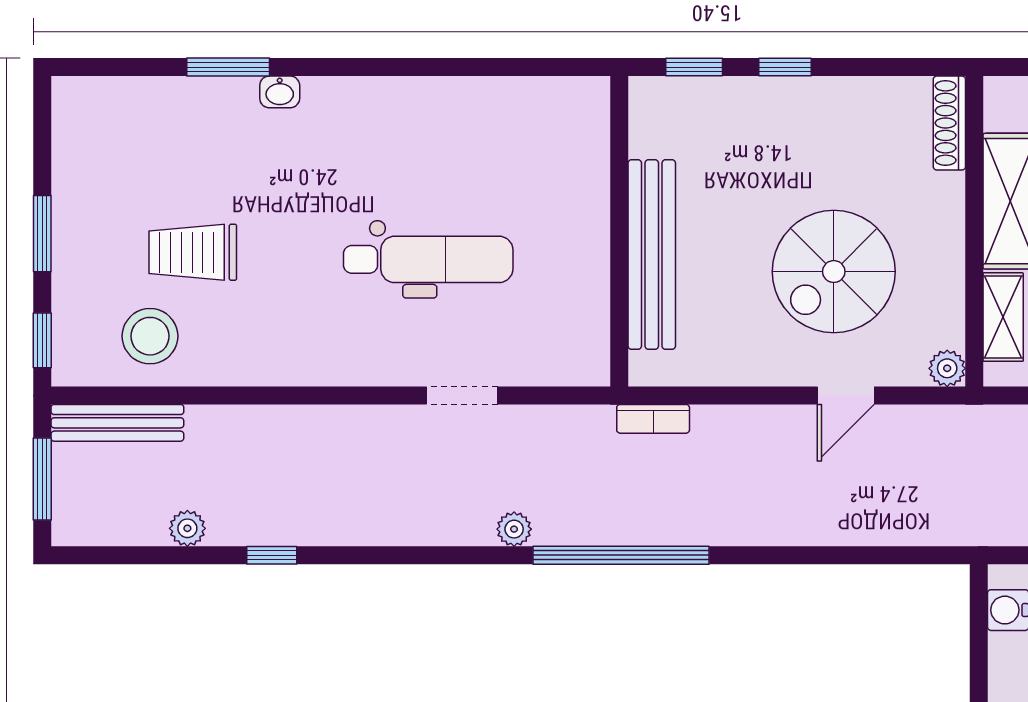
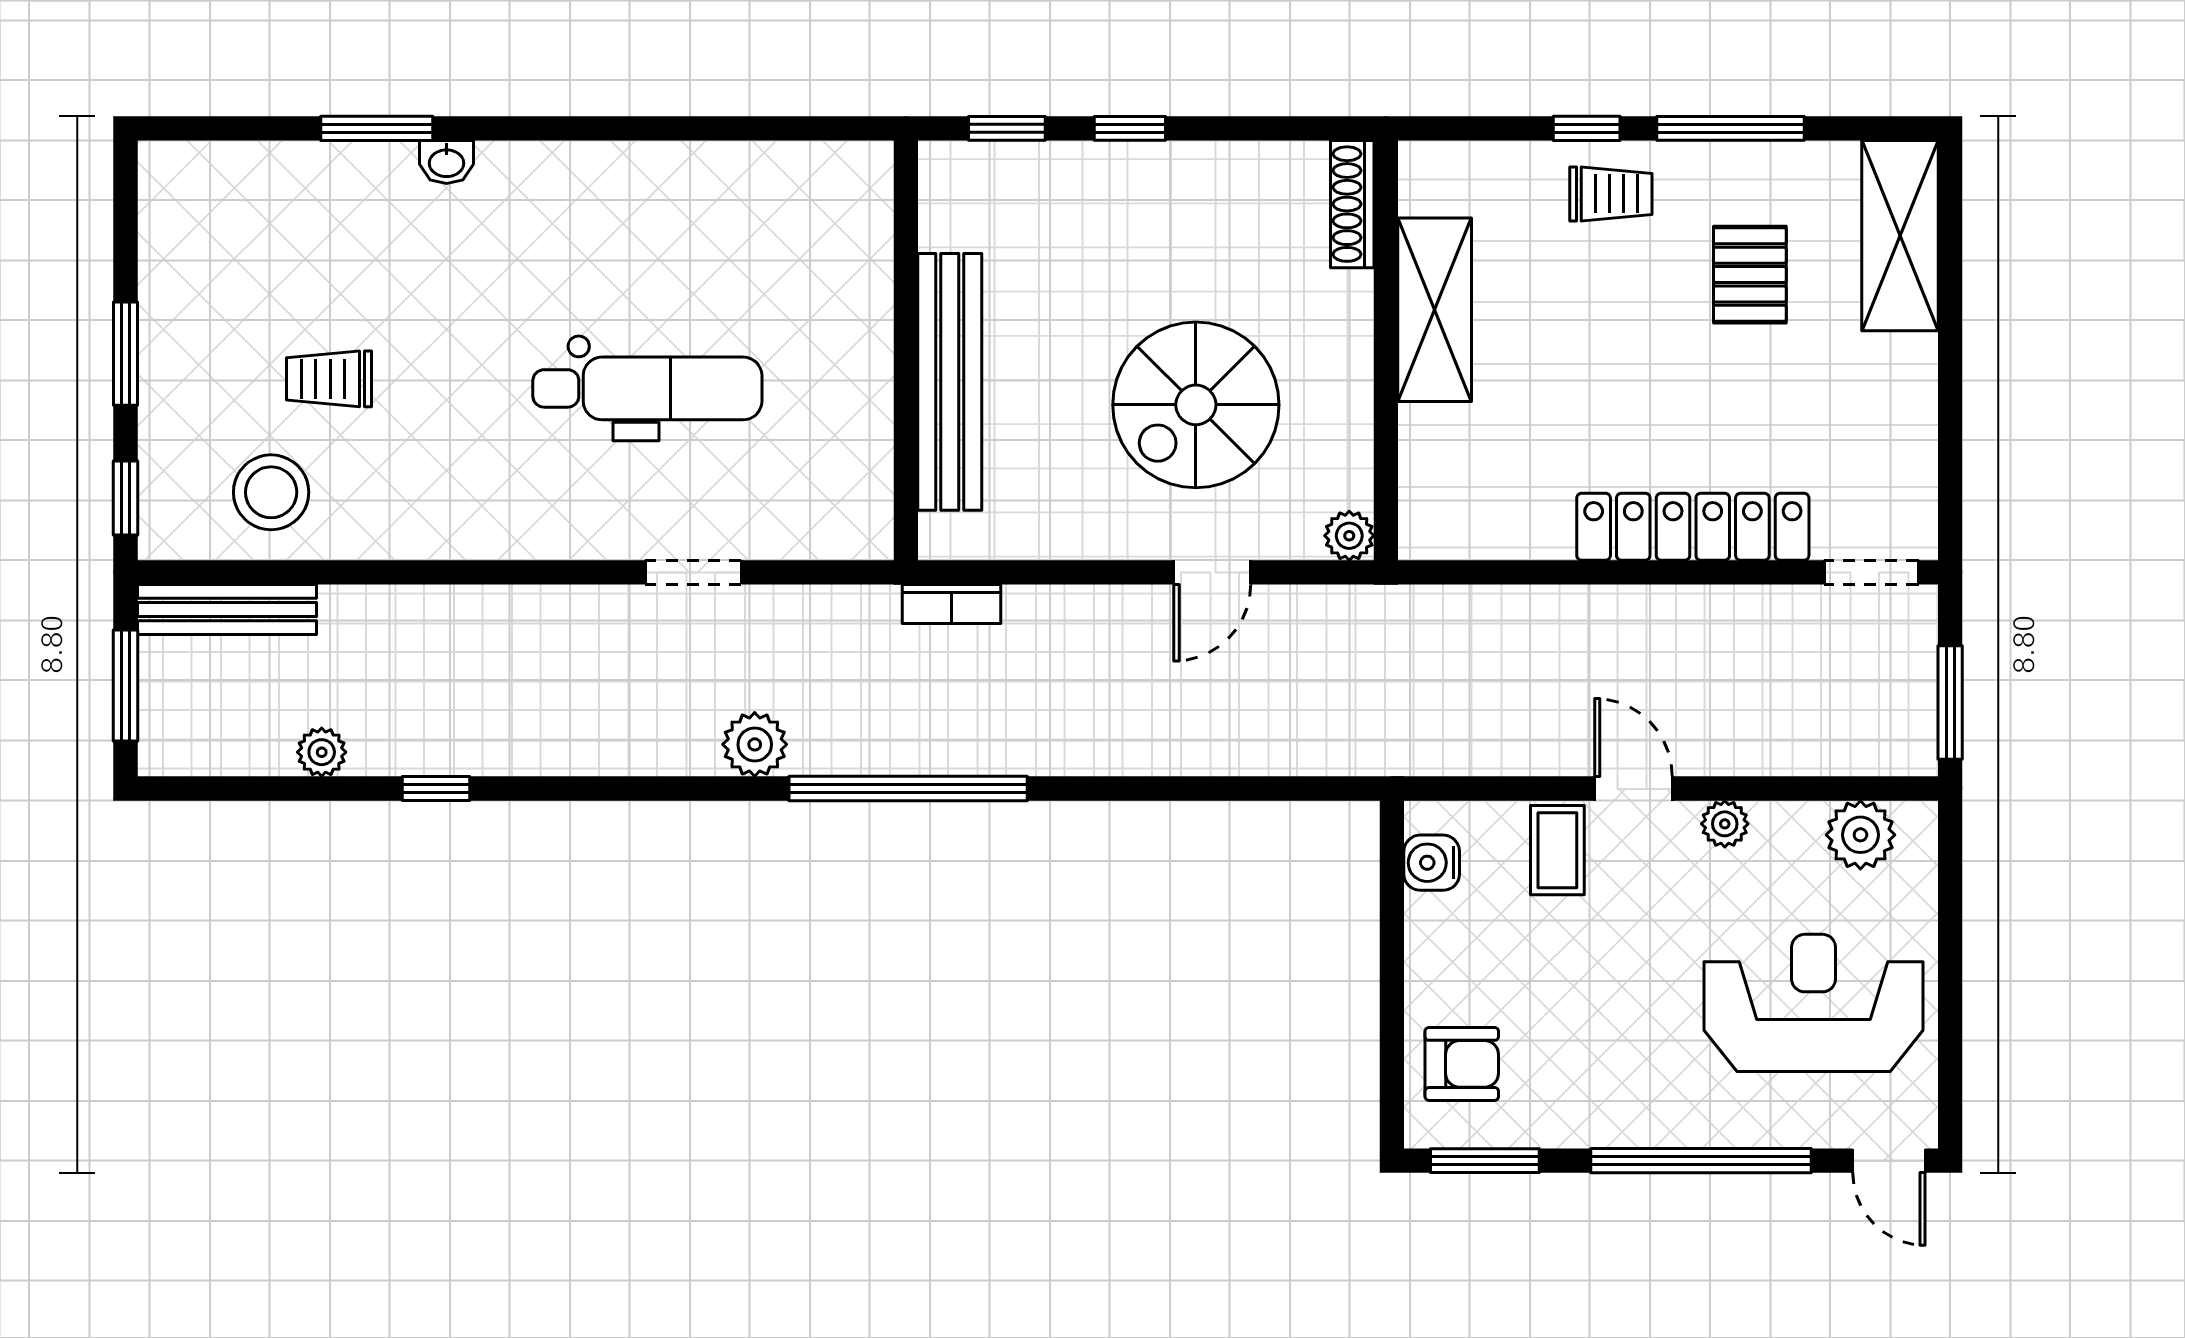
trolley: (193, 252) -> (329, 379), width x0.73, depth x0.72
shelving: (1003, 317) -> (1425, 466), removed
plant: (514, 529) -> (755, 744), width x1.38, depth x1.38

